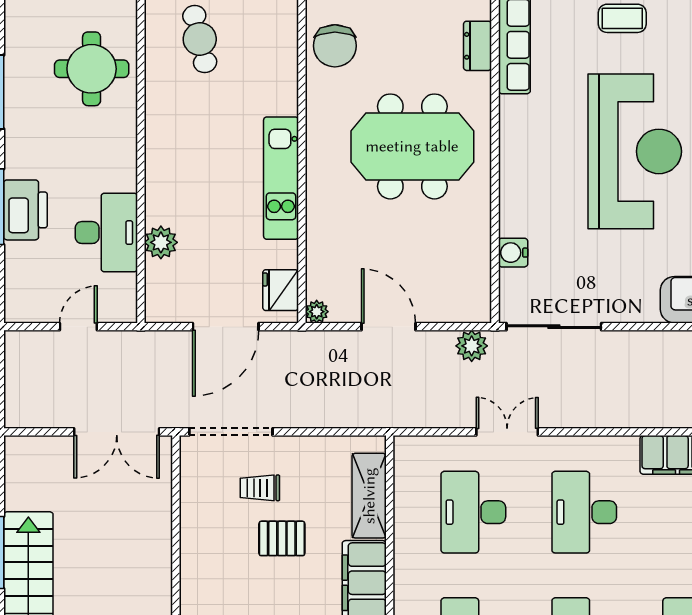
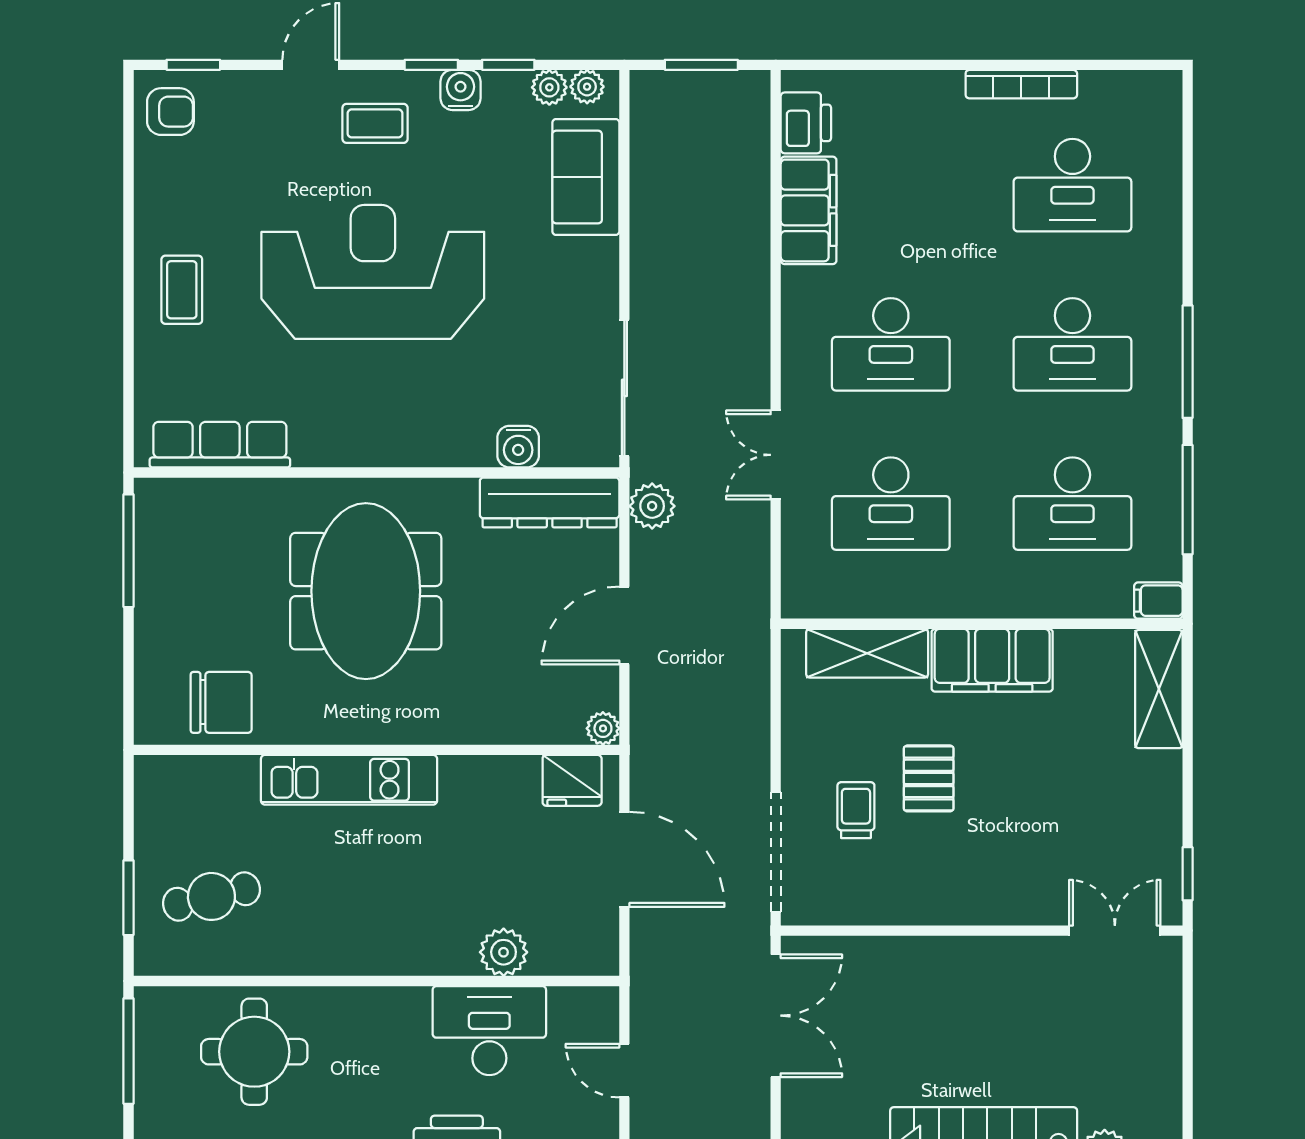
dresser: (478, 46) -> (550, 502), moved, width x1.96, depth x1.24
kitchen unit: (281, 178) -> (349, 780), moved
trolley: (260, 488) -> (856, 810), turned 180

